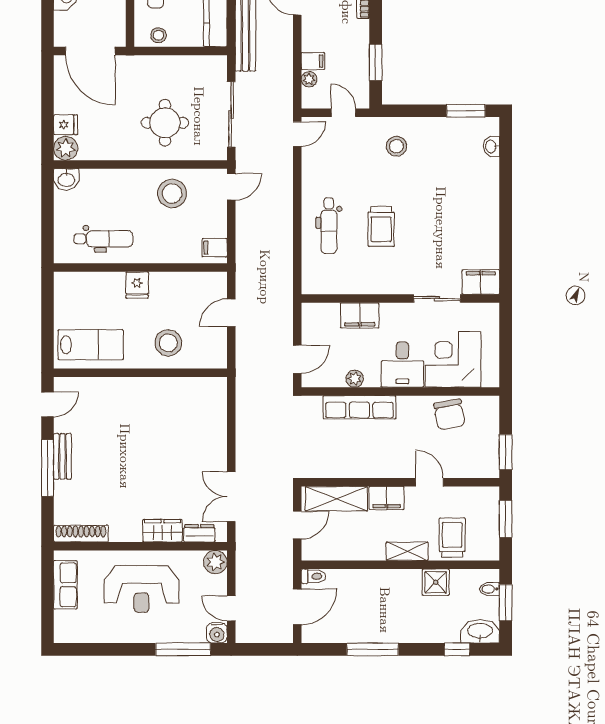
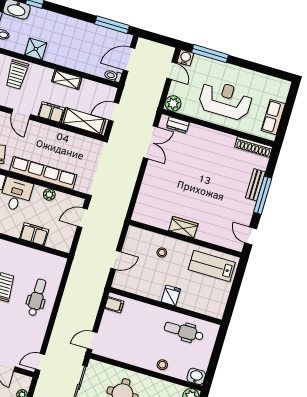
stool: (172, 193) -> (162, 365), moved, width x0.53, depth x0.53
stool: (168, 343) -> (162, 253), width x0.53, depth x0.53
door: (47, 404) -> (251, 236), hinge flipped
row of seats: (359, 407) -> (43, 173), width x1.36
bench: (62, 456) -> (255, 185), moved
wardrobe: (162, 531) -> (183, 227), moved, turned 180
shelving: (407, 551) -> (67, 80), moved
window: (373, 649) -> (112, 25), moved

